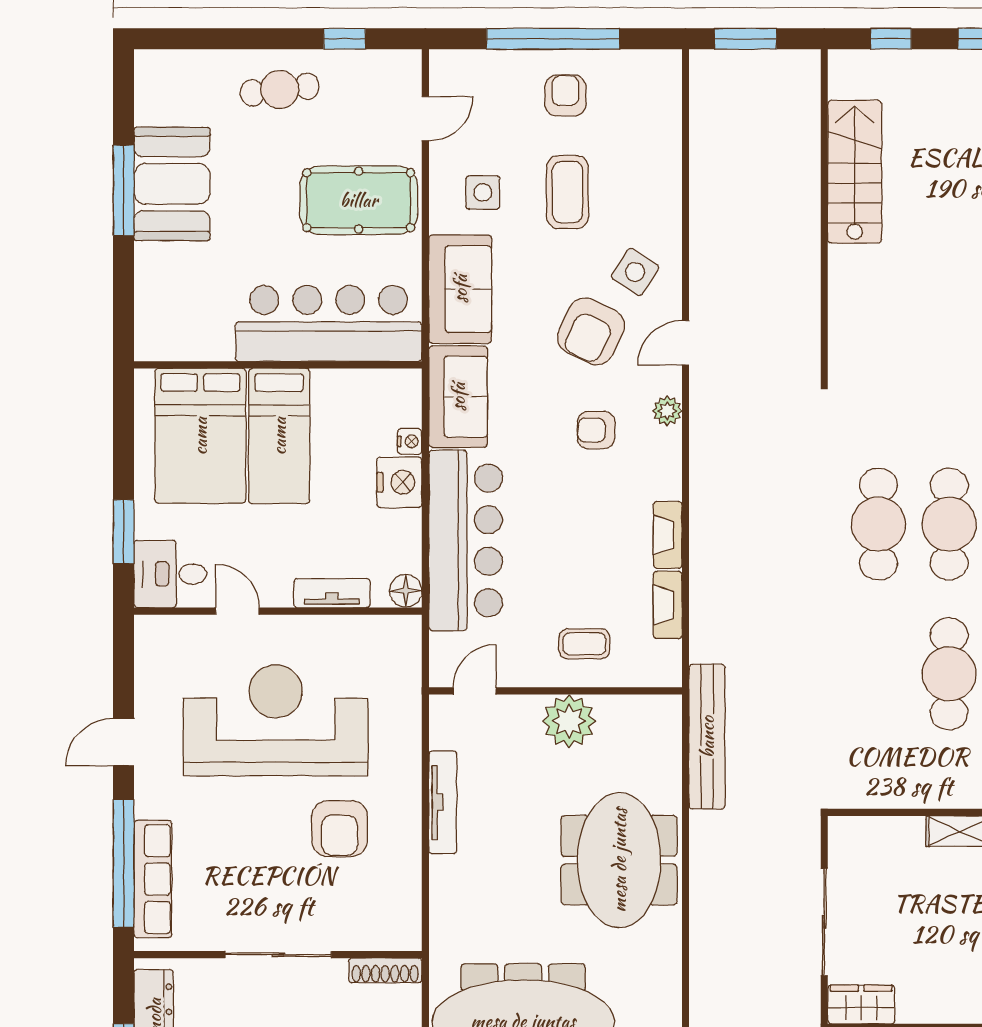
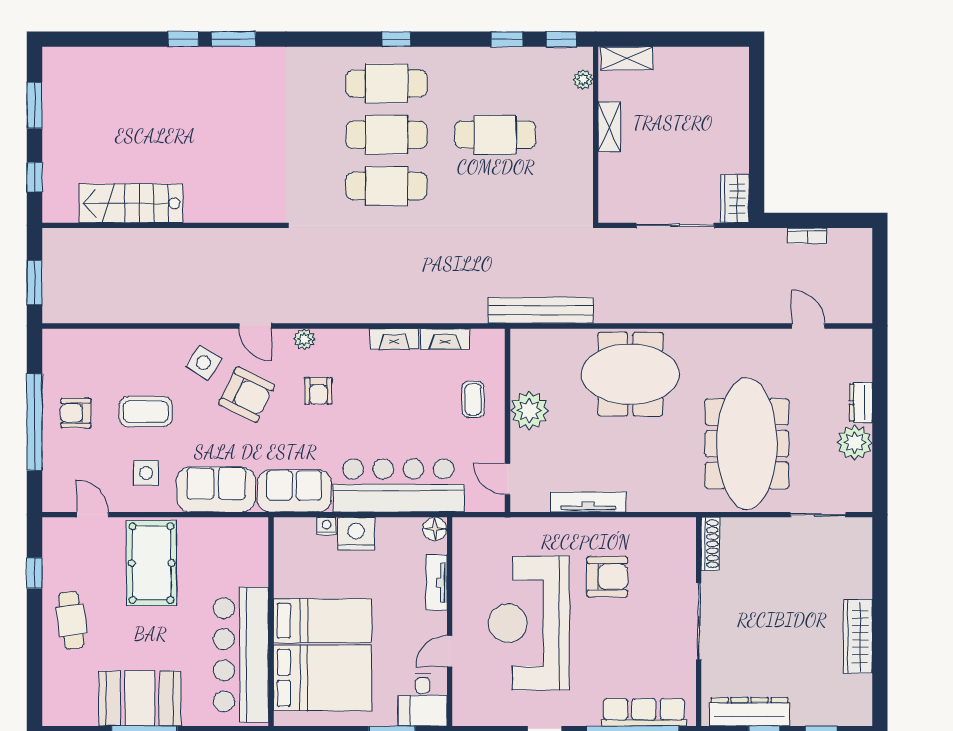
bar counter: (329, 323) -> (241, 655), moved

